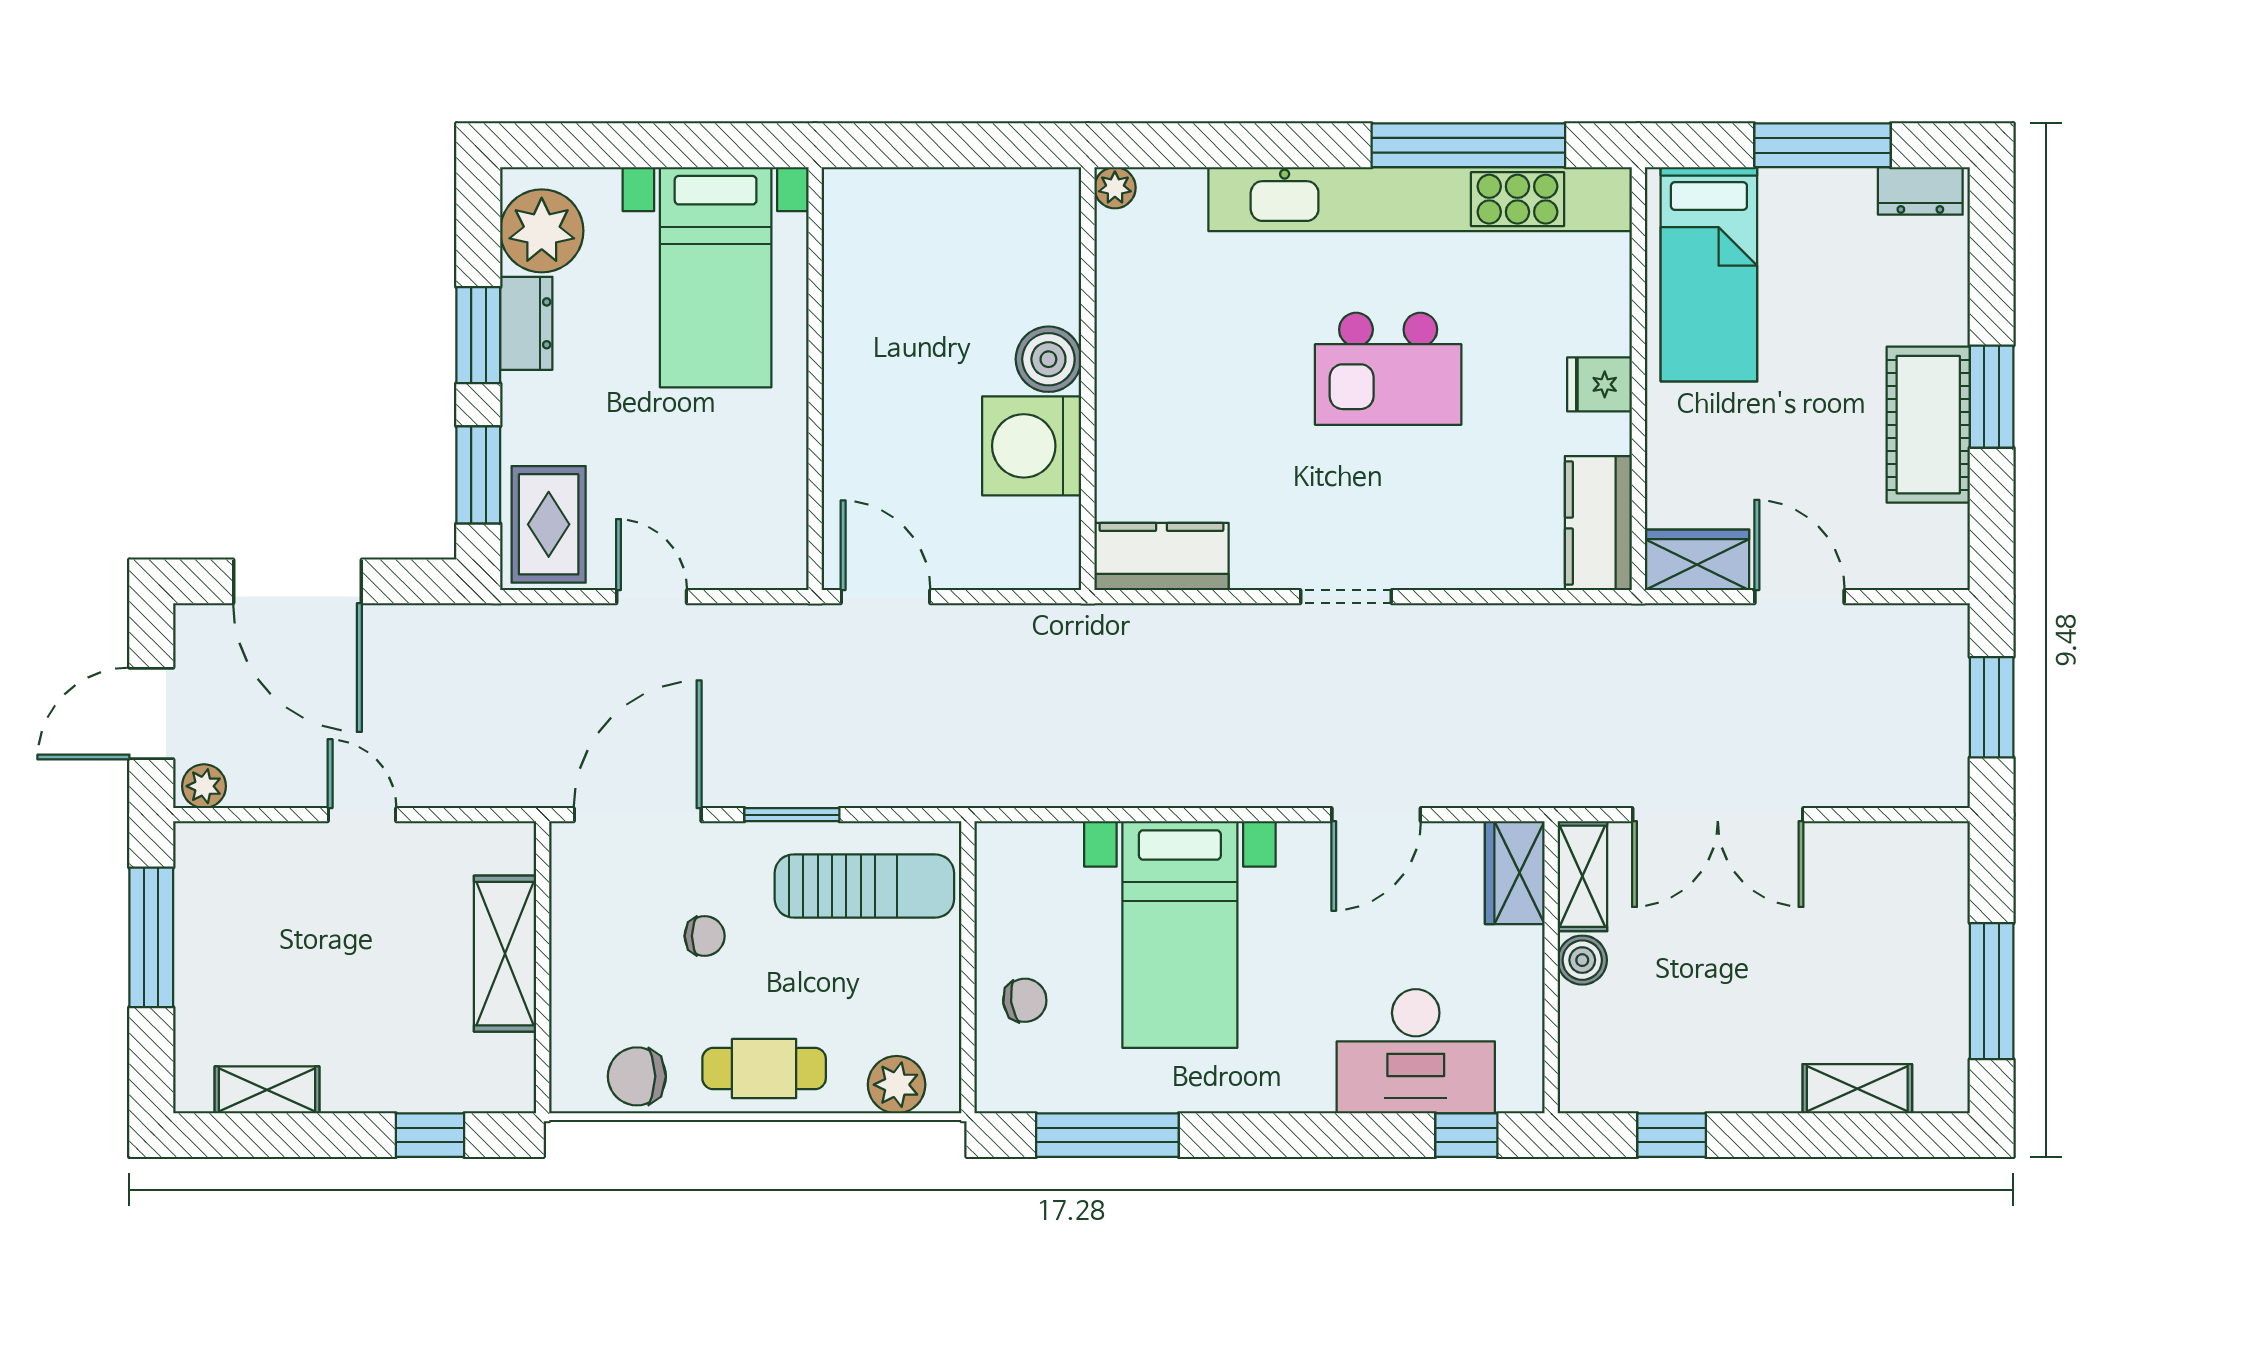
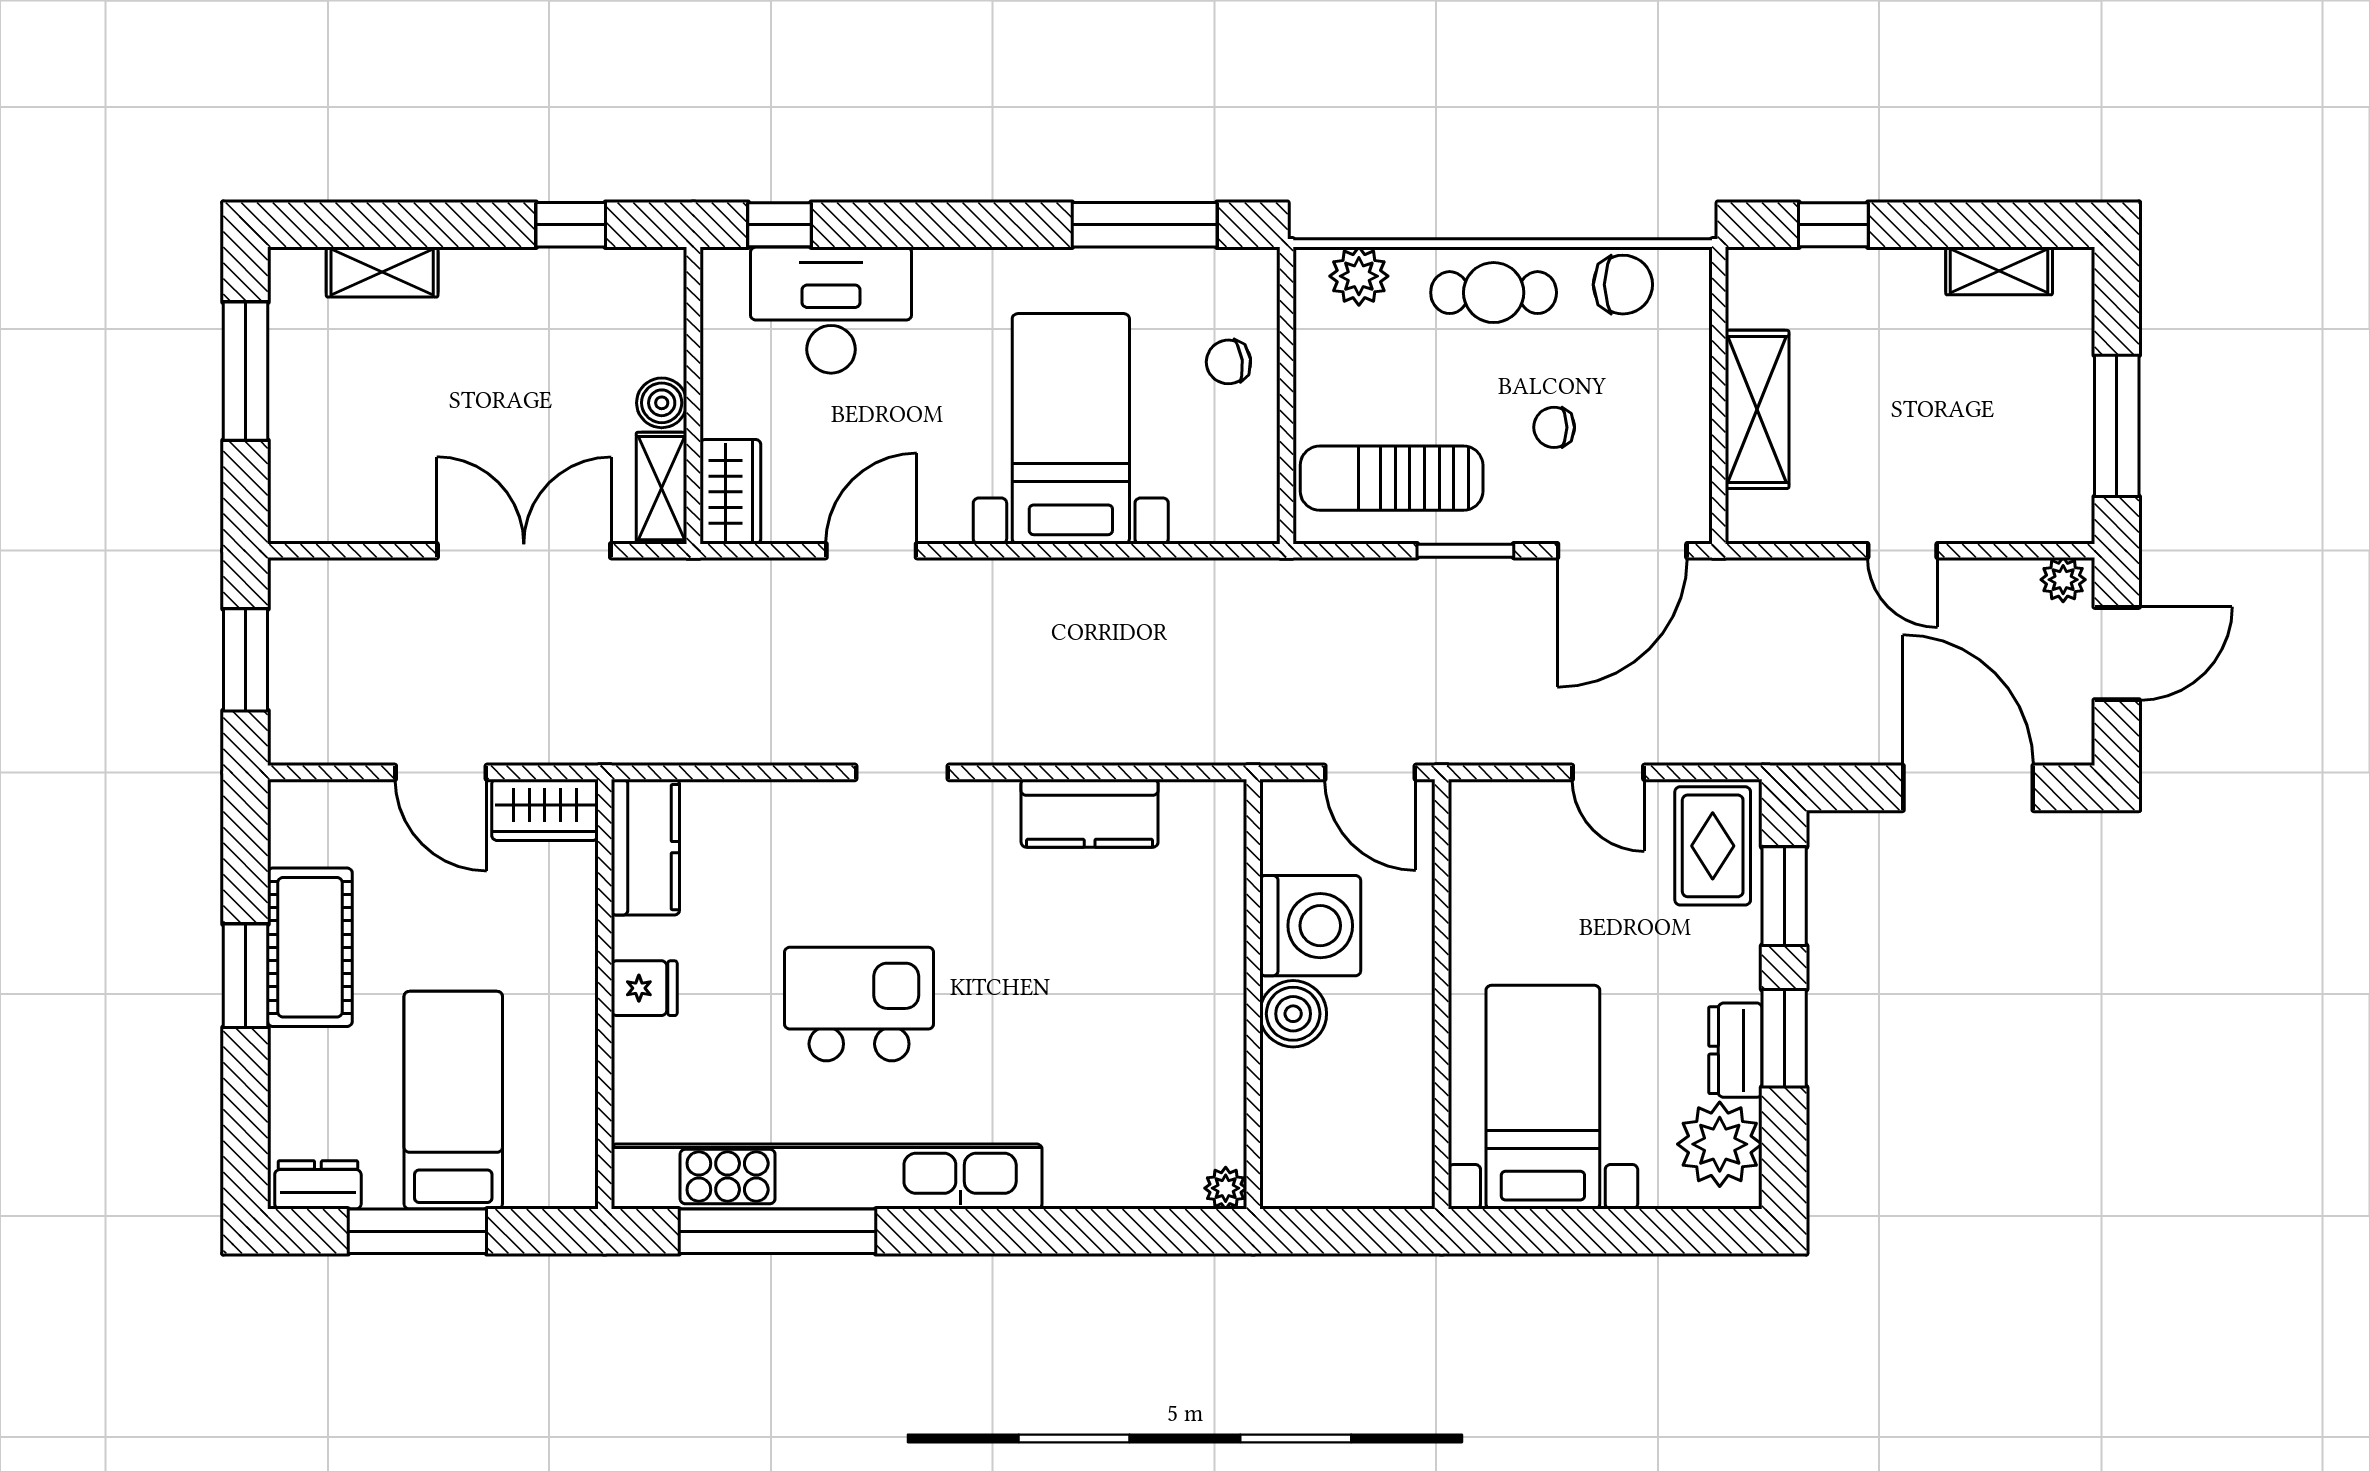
plant: (1115, 188) -> (1226, 1188), moved
bed: (1709, 274) -> (453, 1100), moved
boiler: (1048, 359) -> (1293, 1014), moved
wall: (1088, 379) -> (1253, 994), moved
washing machine: (1032, 446) -> (1310, 926), moved

